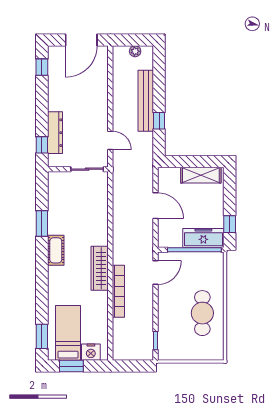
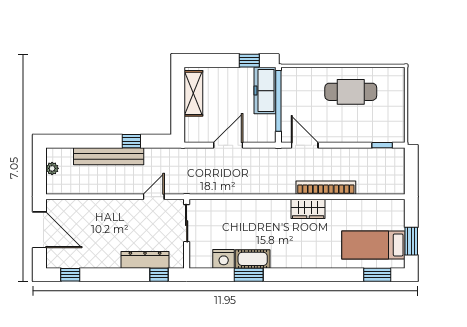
cot: (56, 250) -> (253, 259), moved
wardrobe: (100, 268) -> (308, 209), width x0.67
nightstand: (91, 352) -> (224, 259), moved, turned 90

